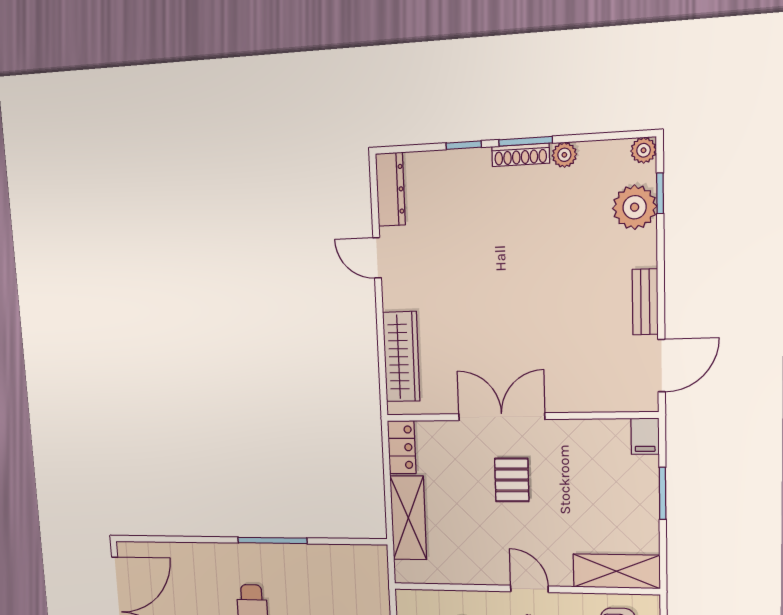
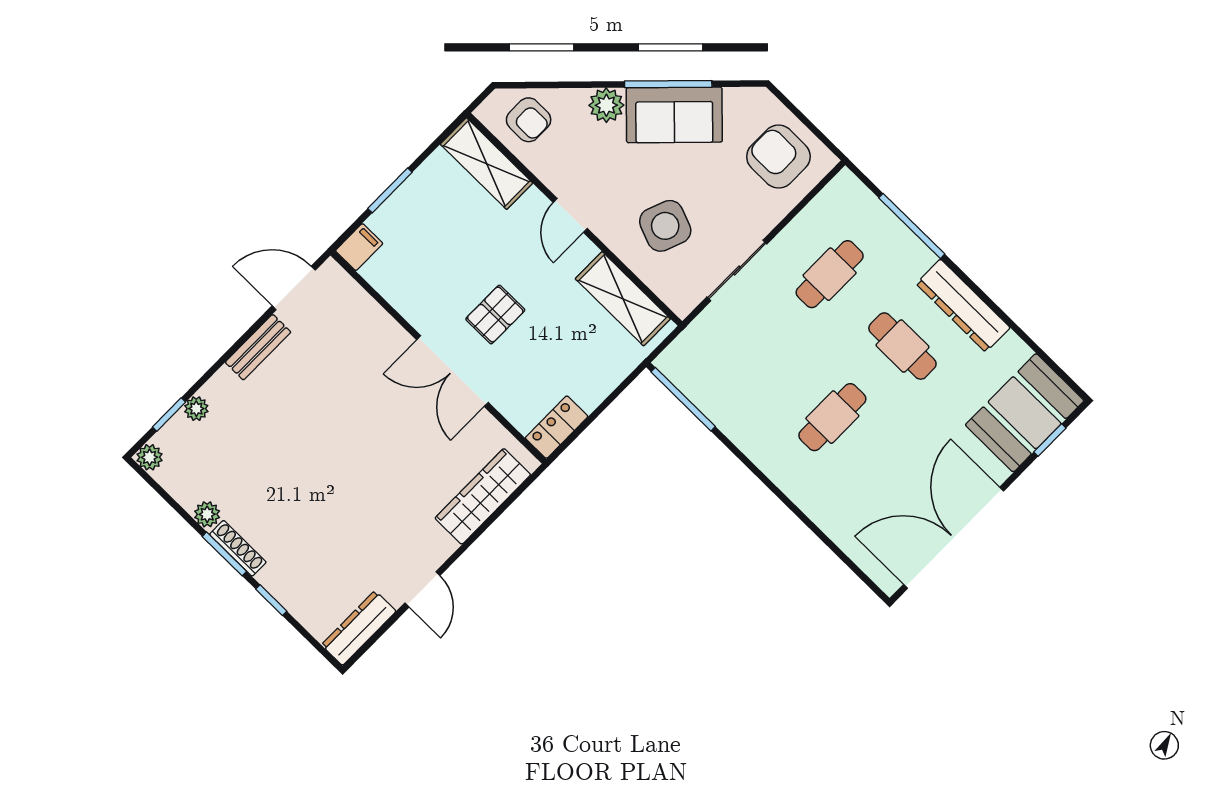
plant: (635, 207) -> (196, 409), width x0.53, depth x0.53
shelving: (408, 518) -> (623, 299), moved, turned 90
window: (272, 540) -> (683, 399), moved

